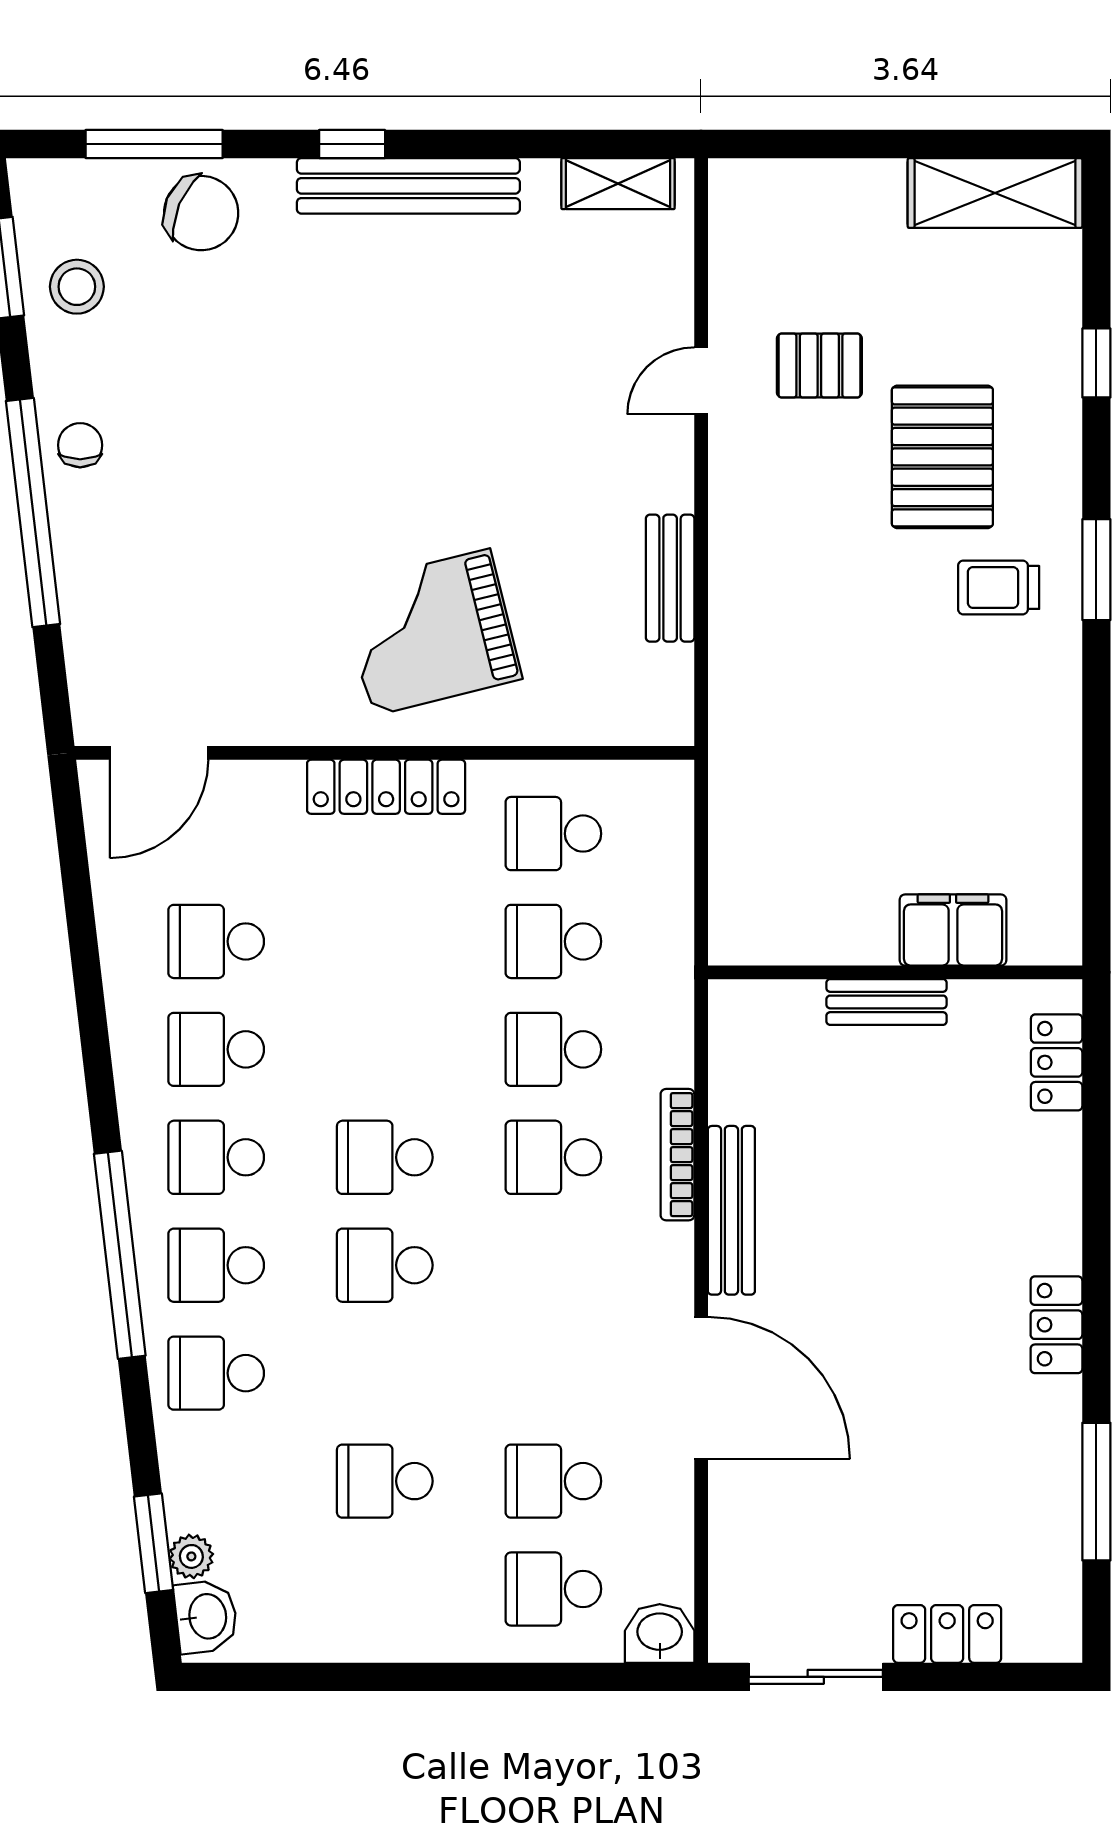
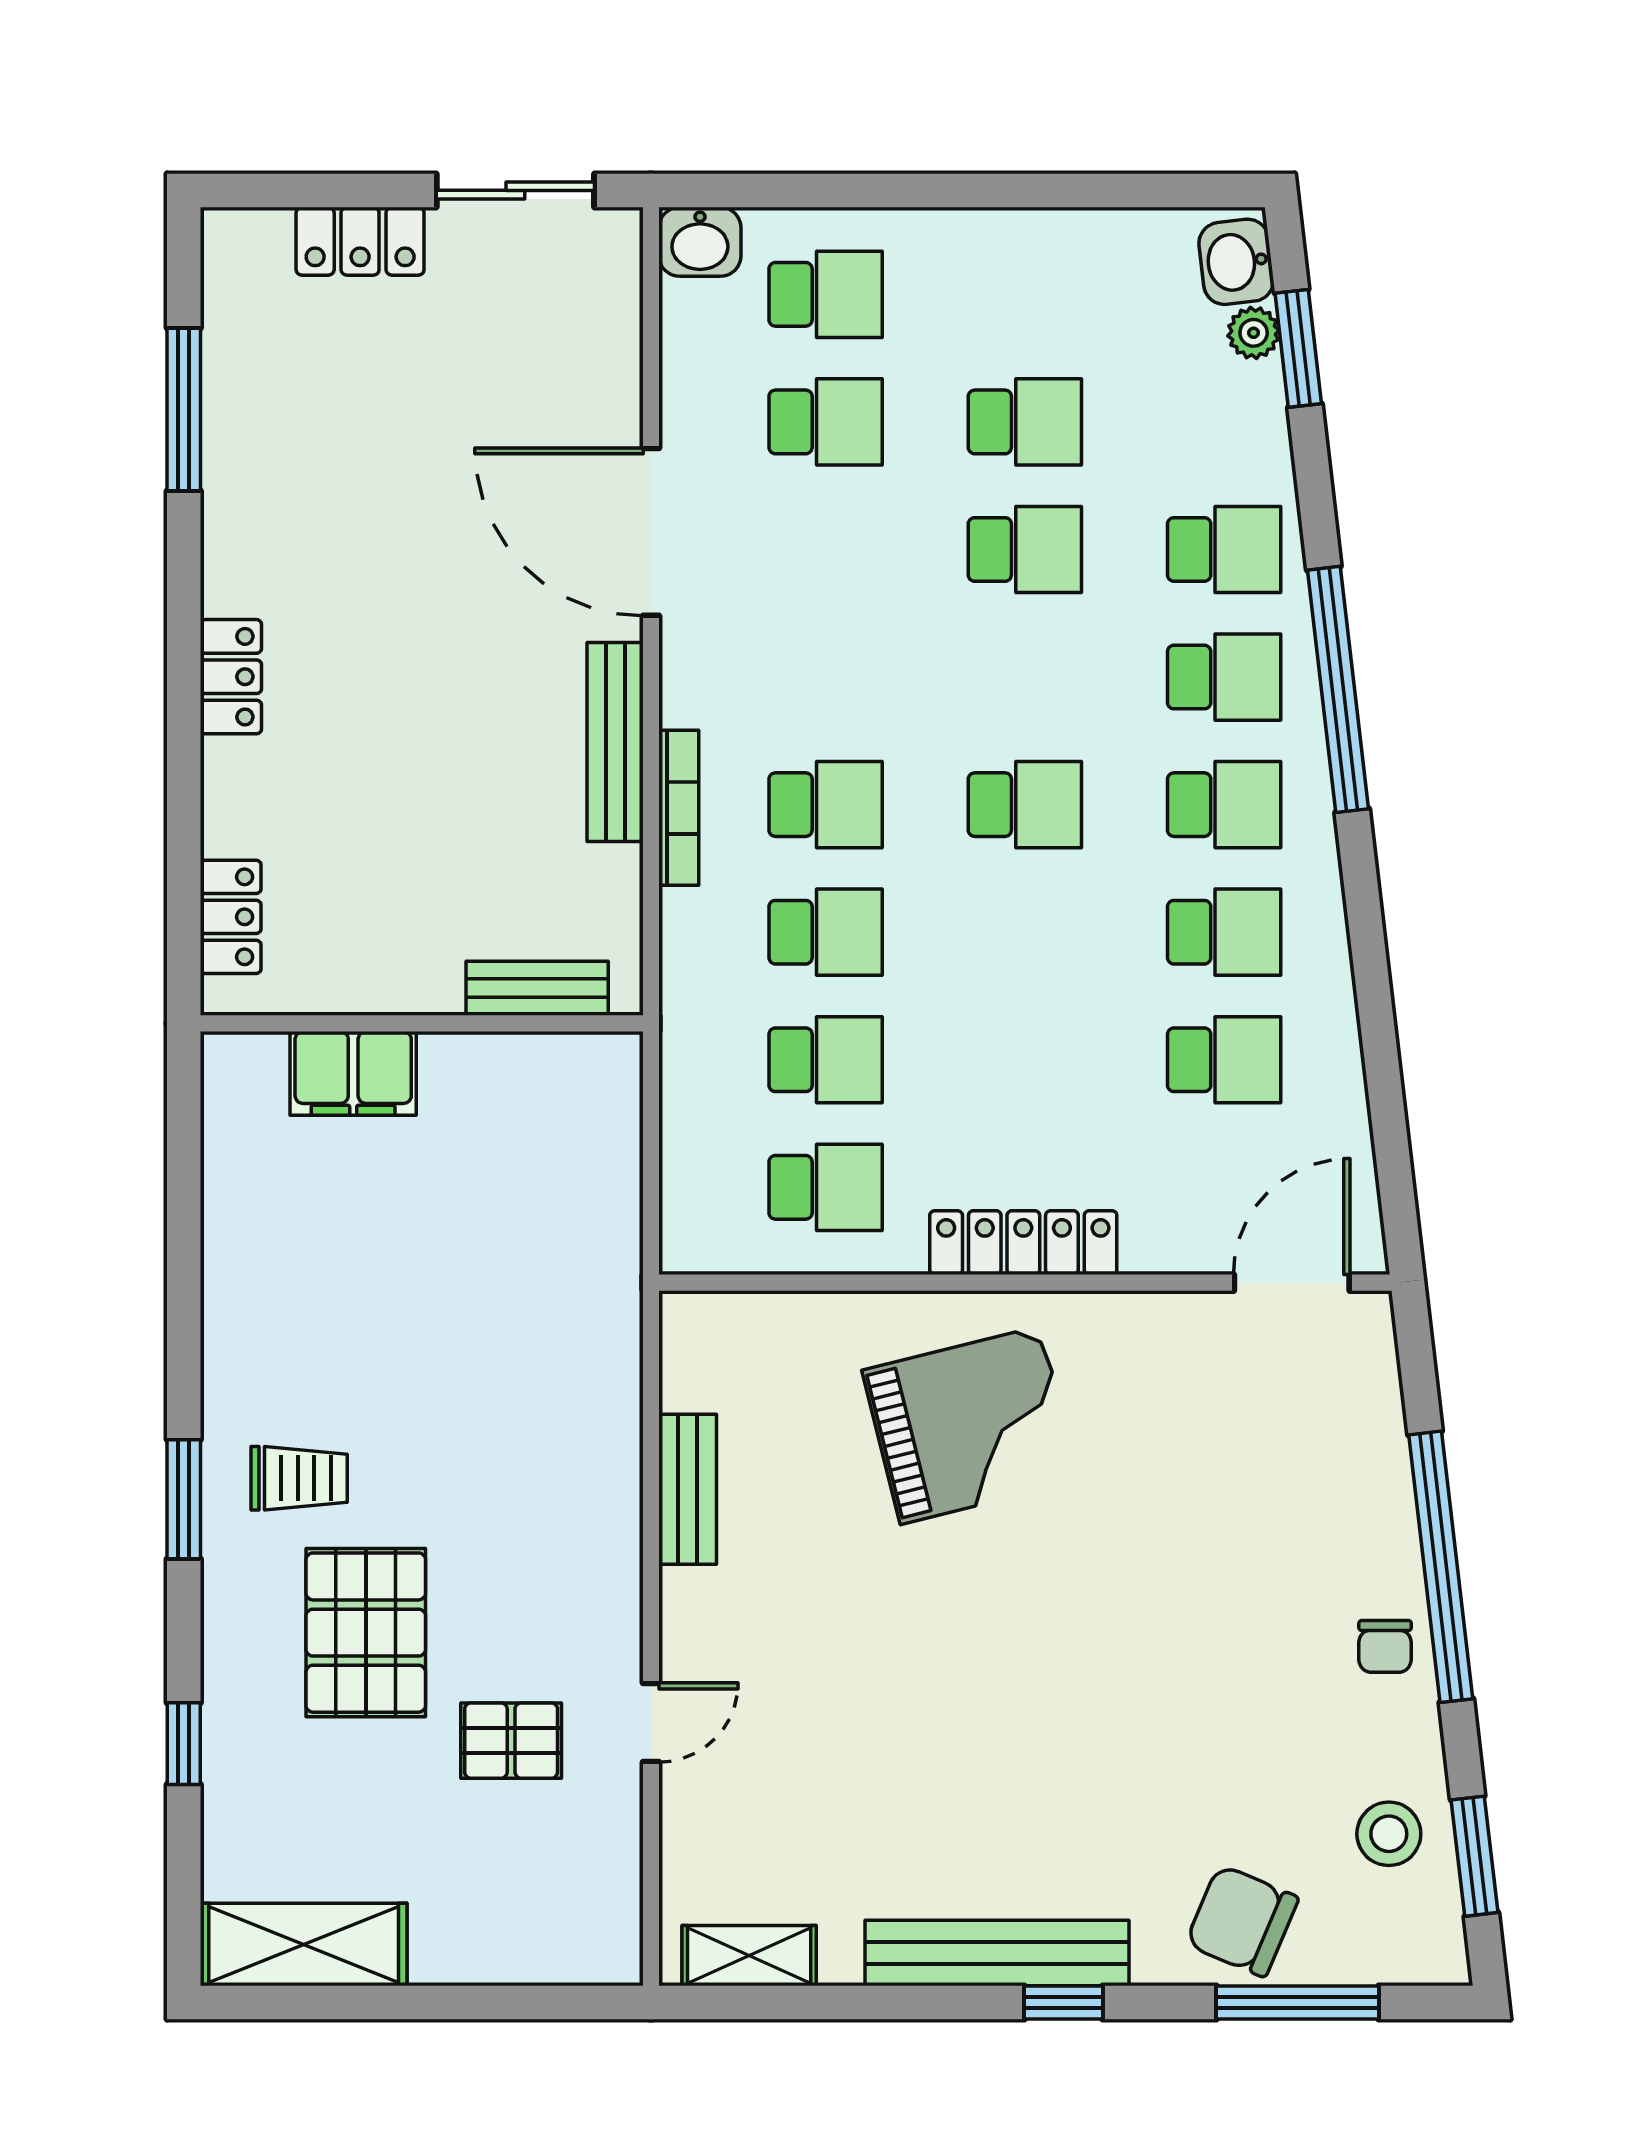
bench: (887, 1002) -> (537, 988), moved
school desk: (385, 1265) -> (1025, 549), moved
locker: (1056, 1325) -> (231, 677), moved

